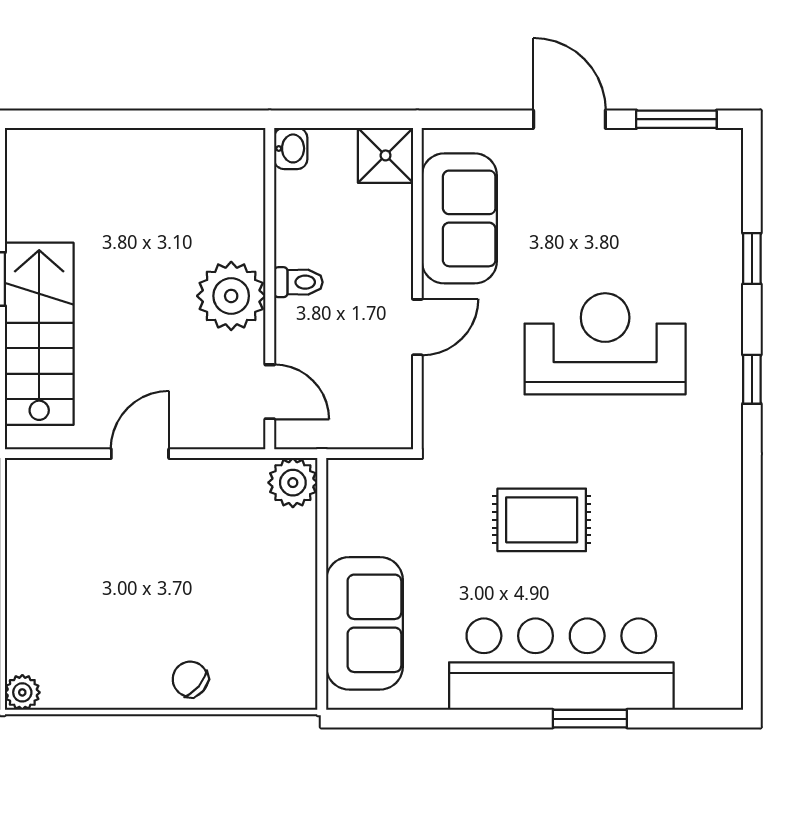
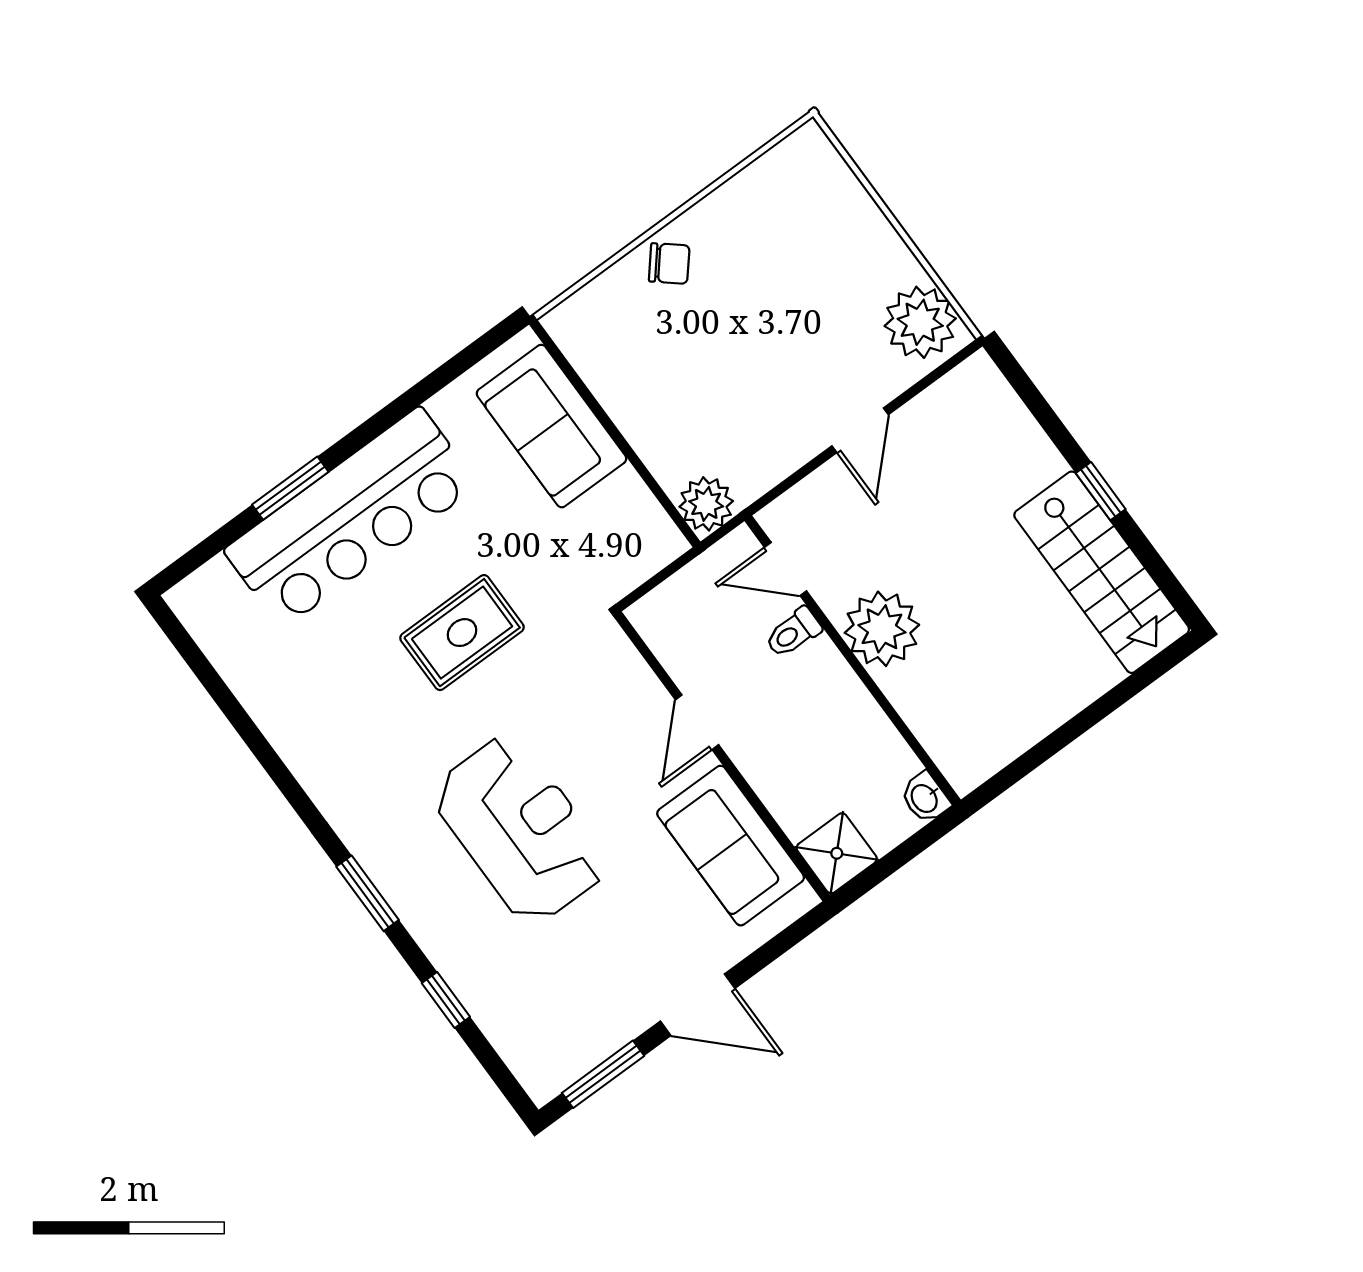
toilet: (298, 282) -> (793, 633), moved
stairs: (39, 334) -> (1102, 572), moved
reception desk: (605, 344) -> (520, 829), turned -90
window: (752, 379) -> (368, 893), width x1.50
plant: (22, 692) -> (920, 322), moved, width x1.87, depth x1.87

